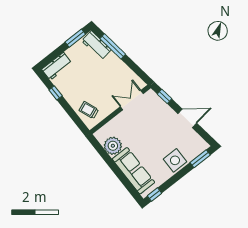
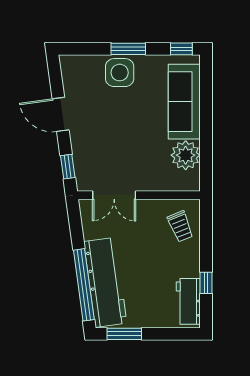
workbench: (96, 45) -> (105, 282), width x1.88, depth x1.32
window: (113, 46) -> (84, 285), width x1.46
workbench: (57, 66) -> (188, 301), moved, turned -90
window: (200, 159) -> (128, 49), moved

